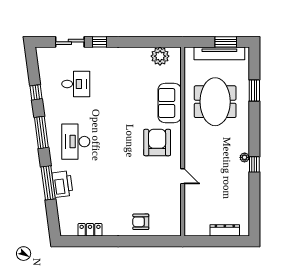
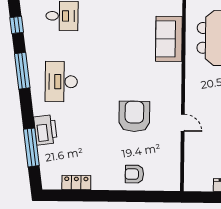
armchair: (157, 143) -> (134, 116), moved
window: (48, 183) -> (31, 147), moved

